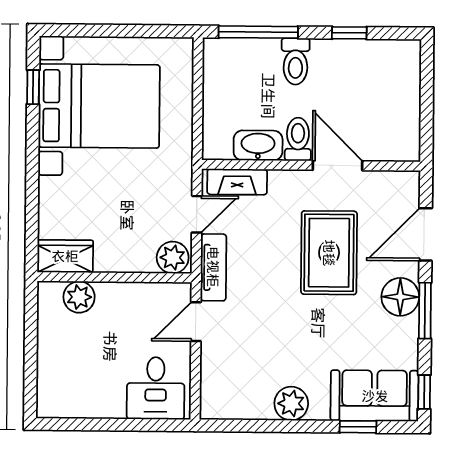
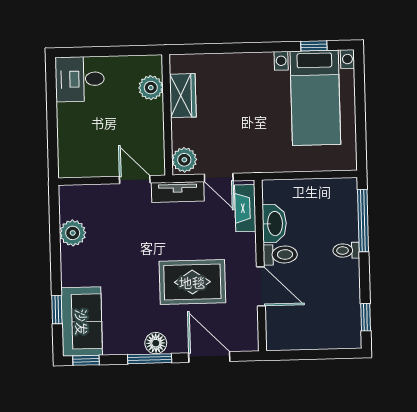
window: (349, 33) -> (366, 317), moved
toilet: (295, 61) -> (346, 250), width x0.73, depth x0.72
bed with nightstands: (99, 106) -> (315, 98), width x0.73
door: (338, 165) -> (261, 286), hinge flipped
wardrobe: (65, 256) -> (183, 96), moved
floor lamp: (400, 297) -> (156, 343), width x0.73, depth x0.73
desk: (156, 388) -> (80, 79), moved
plant: (291, 403) -> (73, 233), moved

